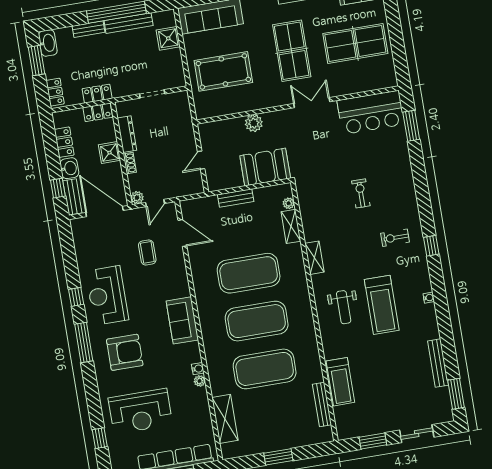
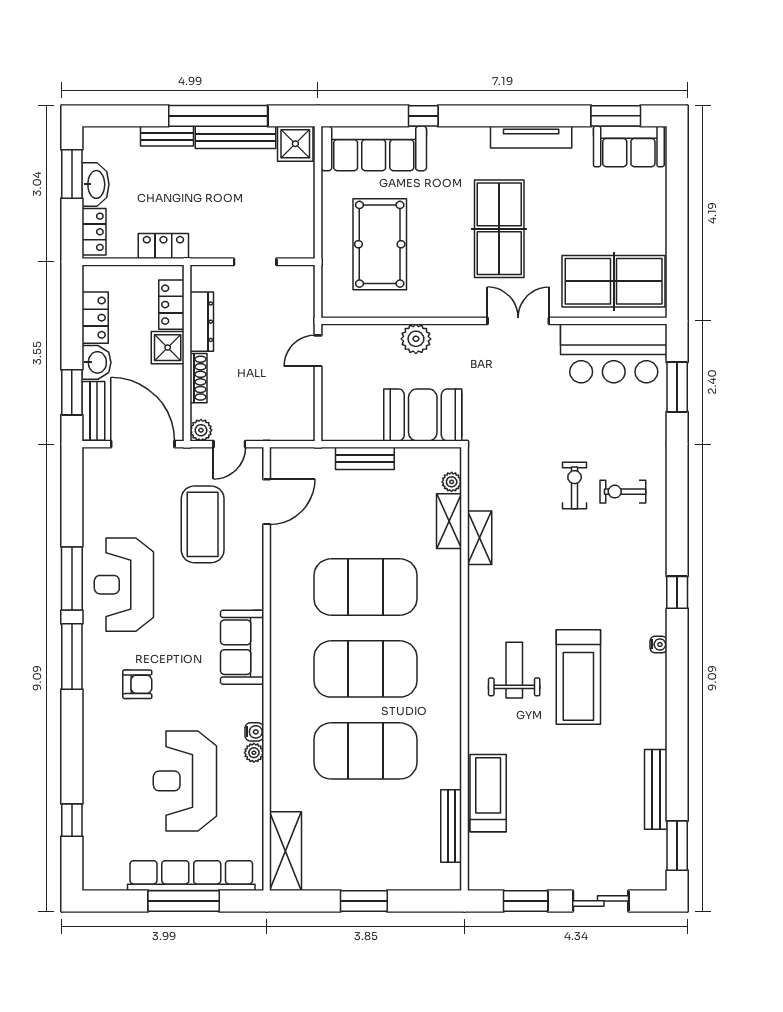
shower: (168, 38) -> (295, 144), moved
washbasin: (48, 43) -> (95, 184), moved
table tennis table: (355, 43) -> (614, 281), moved
pool table: (223, 71) -> (380, 244), turned 90
locker: (98, 112) -> (171, 305), moved, turned 90
door: (201, 160) -> (318, 351), moved
shoe rack: (130, 163) -> (198, 378), width x1.43
window: (58, 188) -> (72, 392), width x1.50
door: (182, 233) -> (267, 502), hinge flipped
exercise bike: (395, 238) -> (623, 492), moved
coffee table: (147, 252) -> (203, 524), width x1.86, depth x1.72
shelving: (315, 258) -> (480, 538), moved
window: (76, 297) -> (72, 578), width x2.17
water cooler: (429, 298) -> (659, 644), moved
weight bench: (344, 307) -> (514, 670), turned 180
armchair: (125, 352) -> (137, 684), width x0.53, depth x0.53
treadmill: (340, 382) -> (488, 793), turned 180
reception desk: (140, 411) -> (185, 781), moved, turned 90
shelving: (225, 419) -> (286, 851), moved

